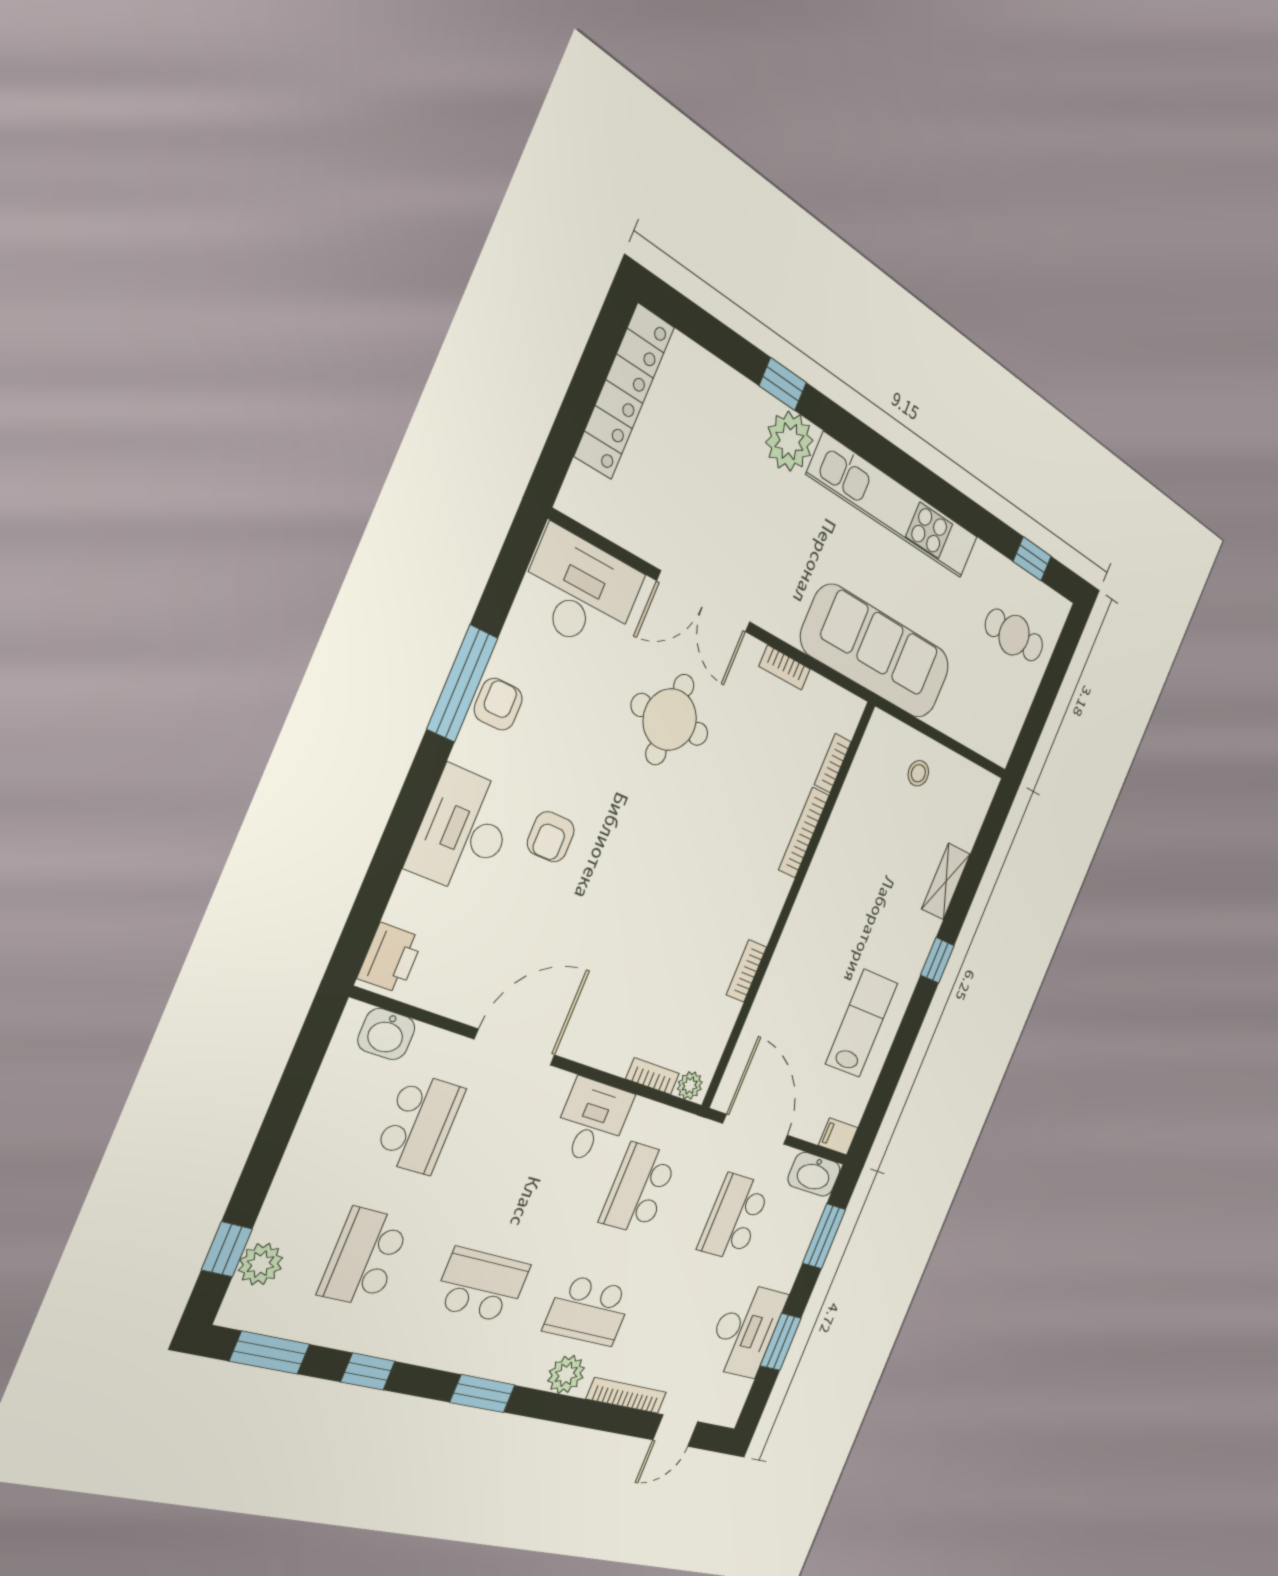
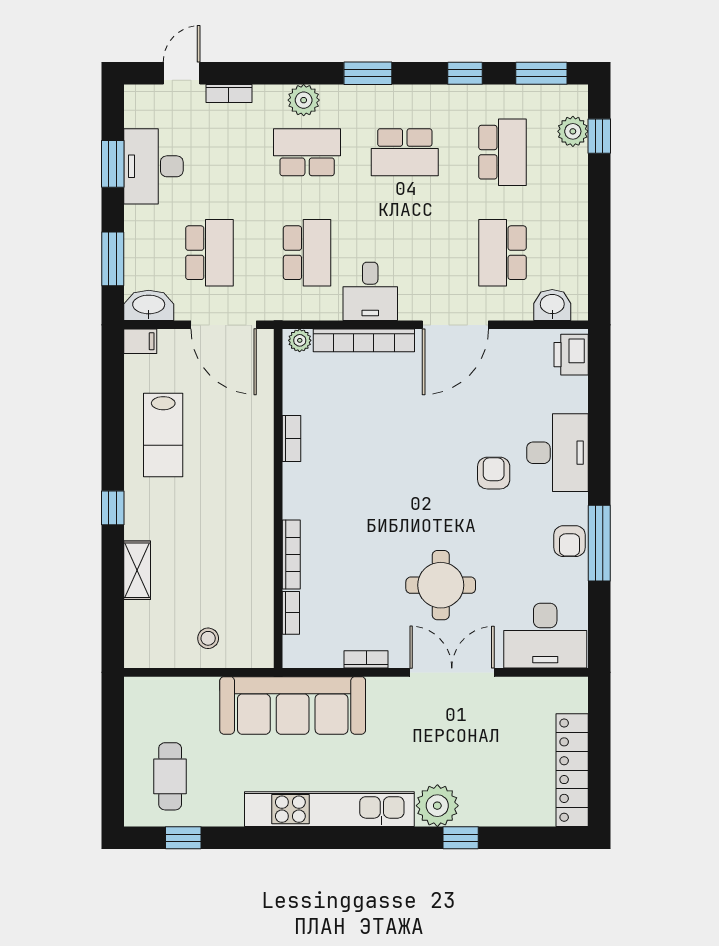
cafe table: (1014, 635) -> (170, 776), turned 90
bookcase: (653, 1076) -> (364, 340), width x2.31, depth x1.31
bookcase: (626, 1395) -> (229, 93), width x0.64

